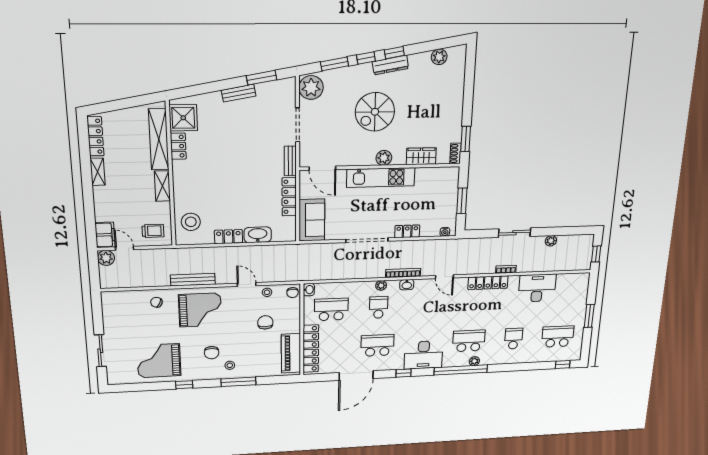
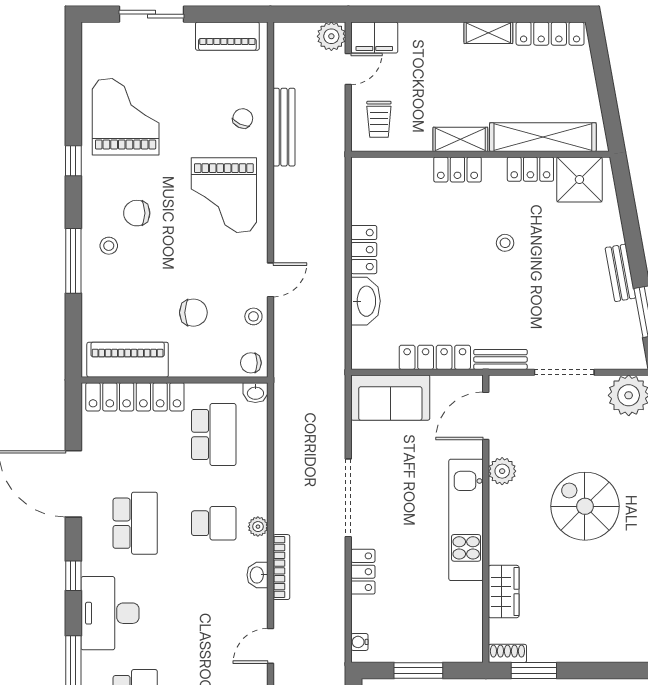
plant: (384, 158) -> (502, 471), moved
locker: (180, 187) -> (457, 169), added
stool: (191, 222) -> (505, 243), moved, width x0.53, depth x0.53
bench: (193, 280) -> (284, 127), moved
piano: (110, 312) -> (227, 36), added

